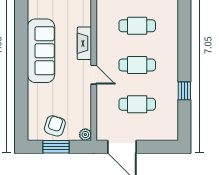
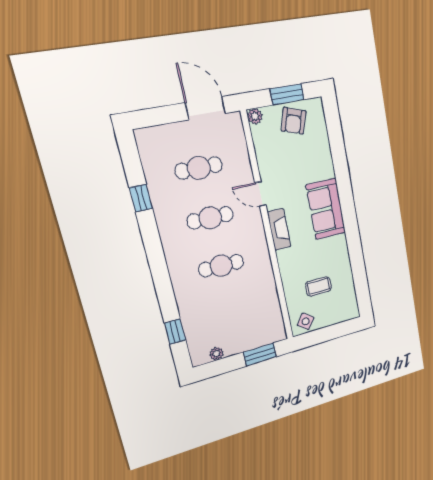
sofa: (41, 51) -> (326, 209), width x0.73

